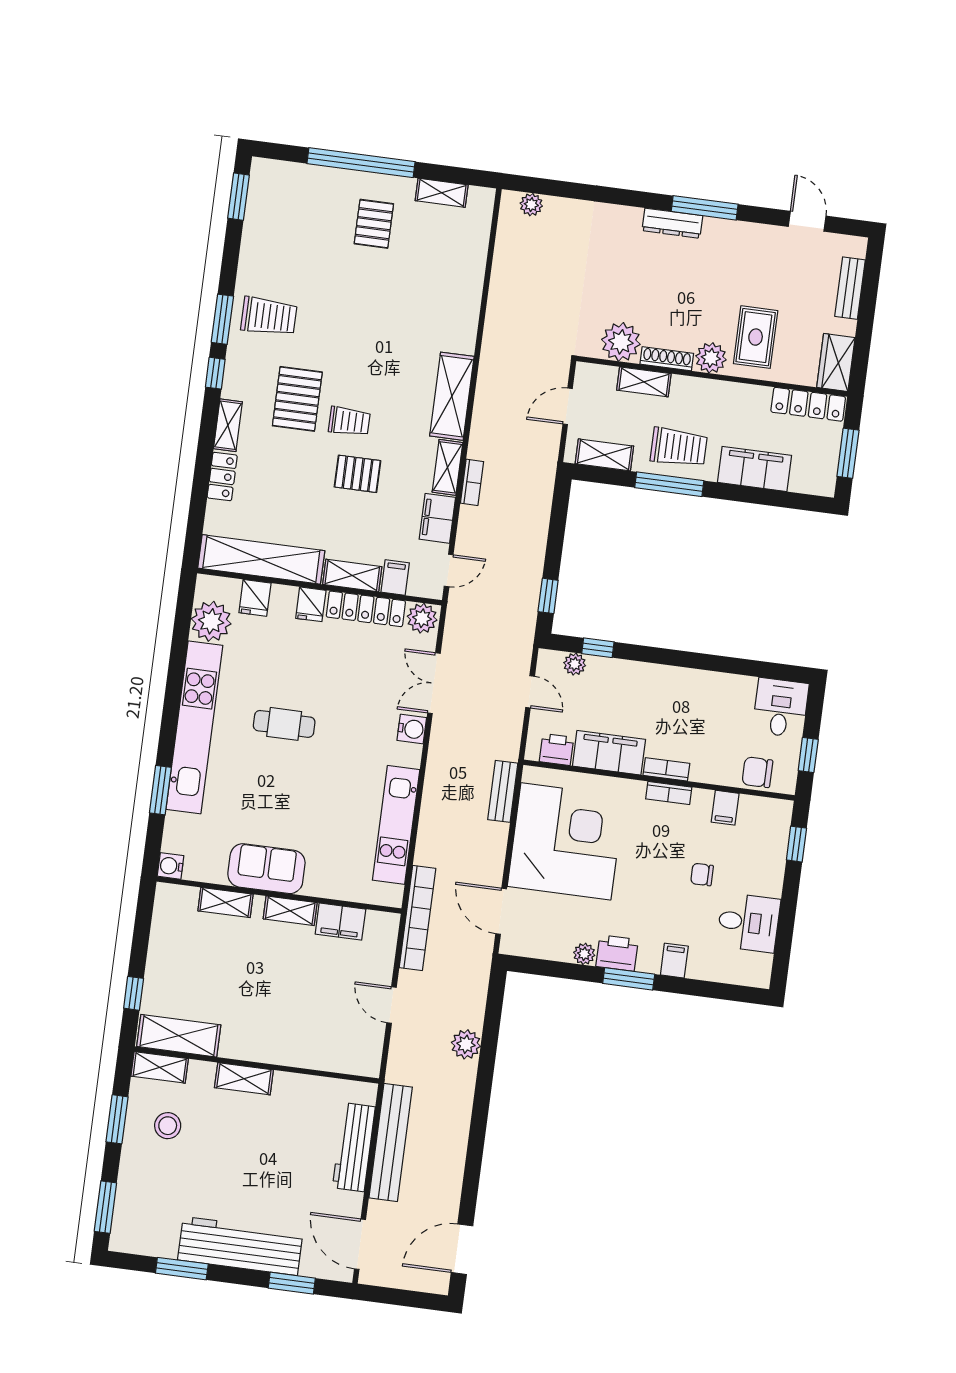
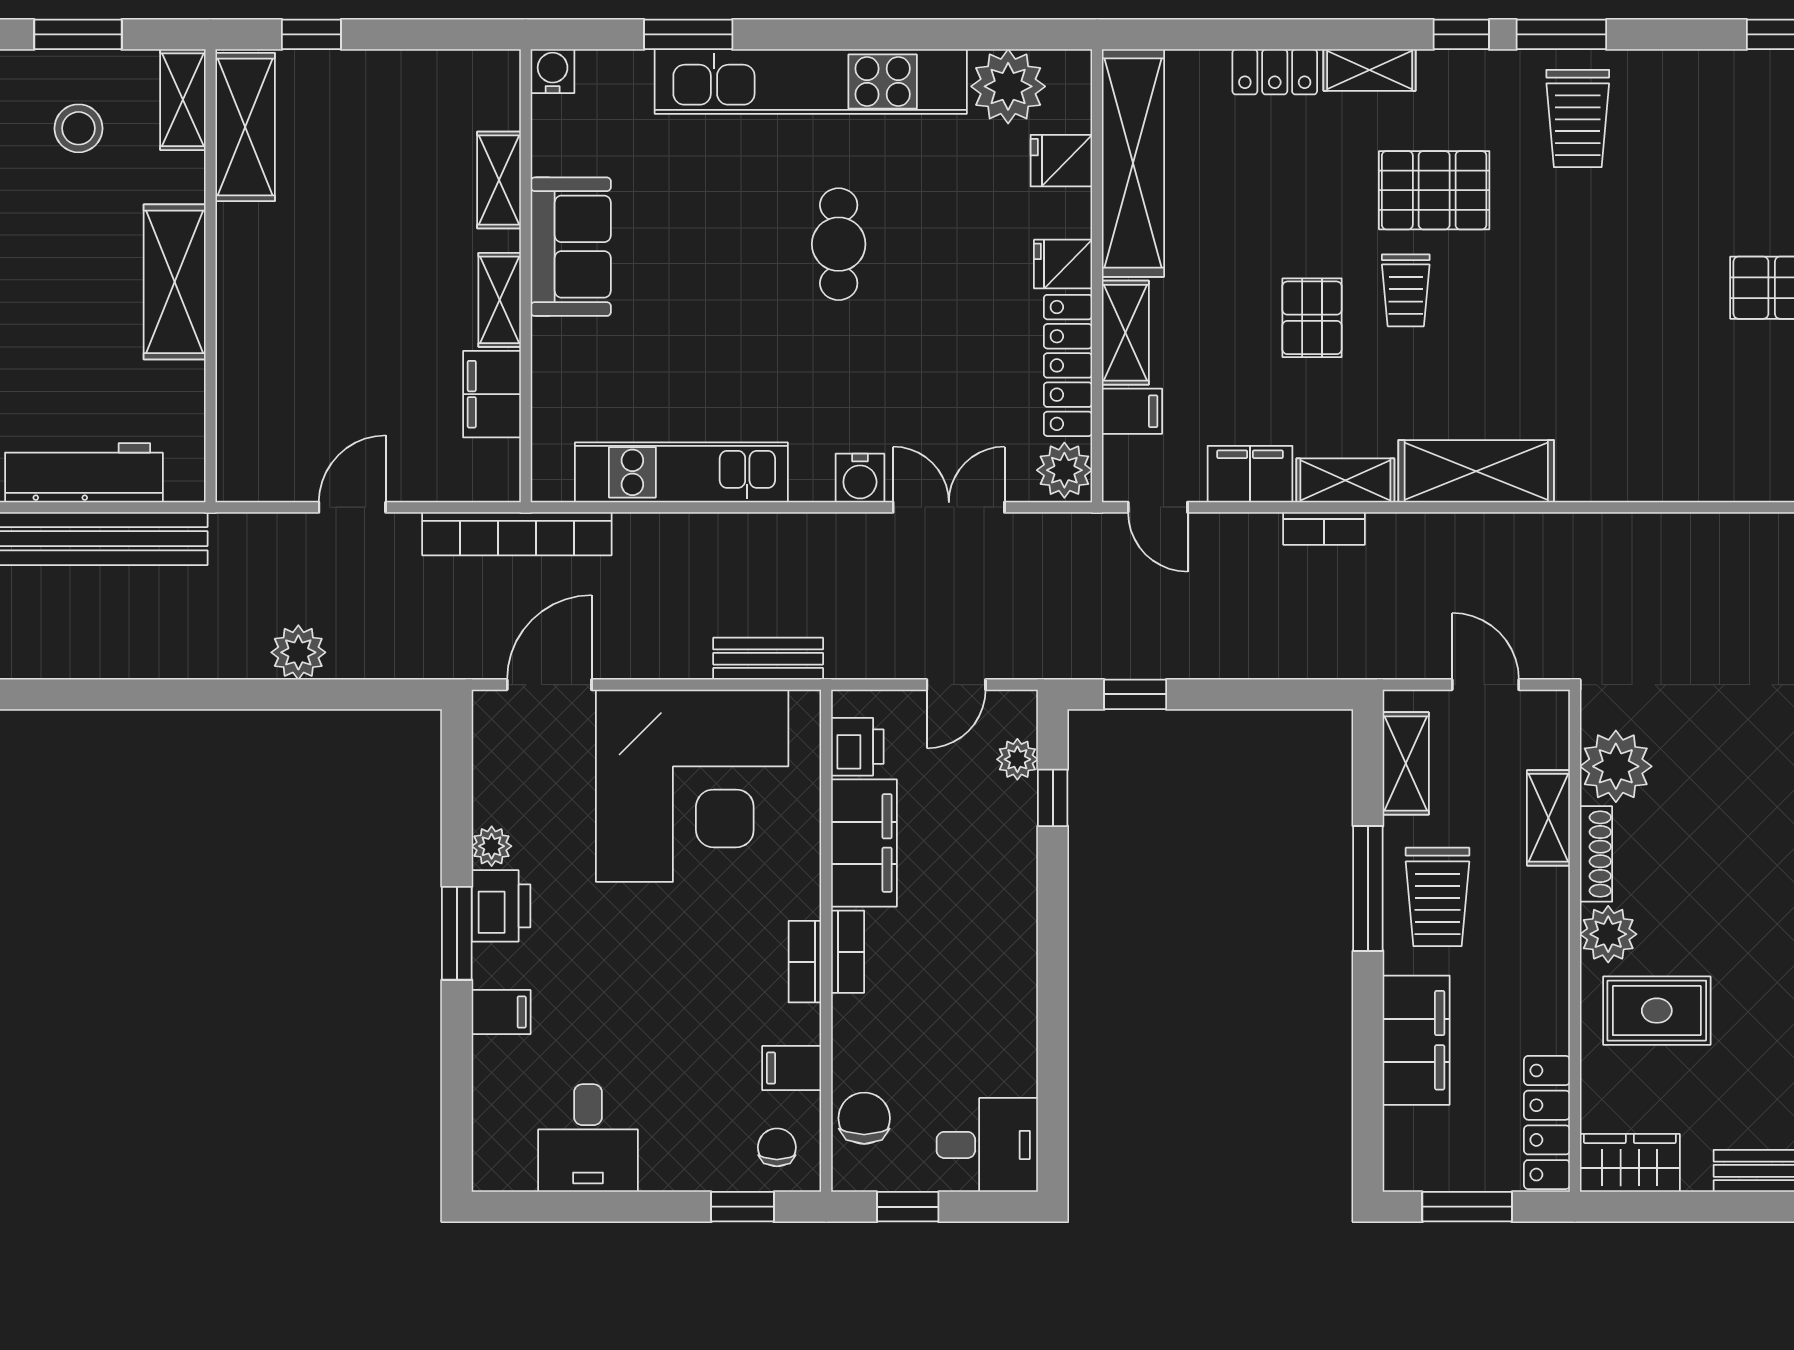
chair: (702, 874) -> (777, 1147), moved
shelving: (244, 1079) -> (175, 282), width x1.50, depth x1.33

